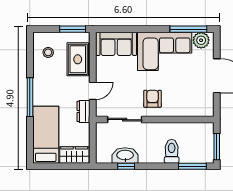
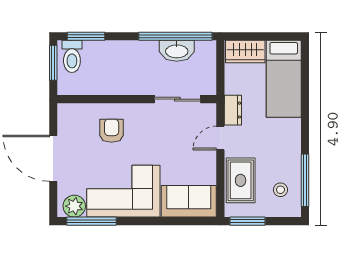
window: (30, 97) -> (305, 180), moved
armchair: (153, 99) -> (112, 131), moved, turned 180
toilet: (172, 151) -> (72, 56), moved
window: (126, 166) -> (175, 36), width x3.17

